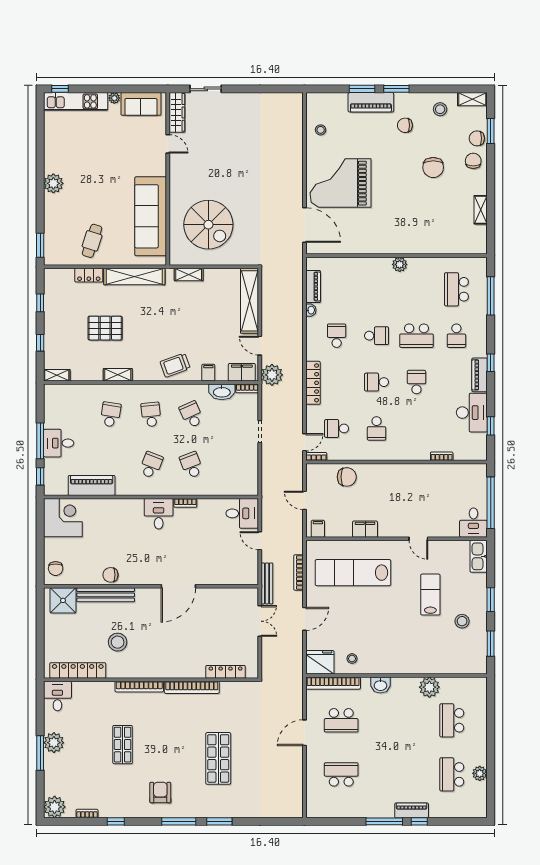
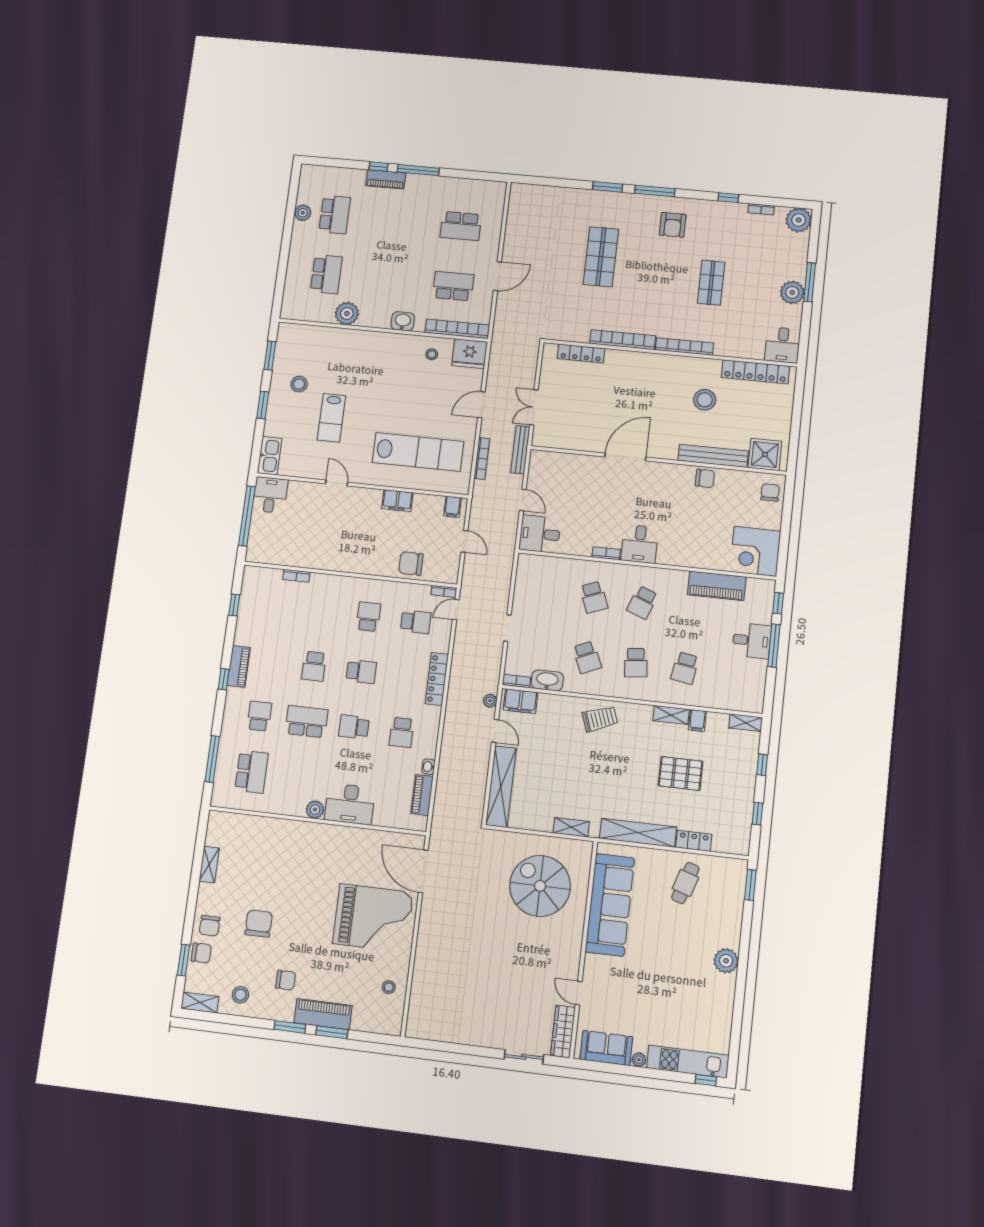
filing cabinet: (208, 373) -> (697, 721), moved
plant: (272, 375) -> (490, 701), width x0.53, depth x0.53
desk: (472, 413) -> (350, 804), moved, turned -90

